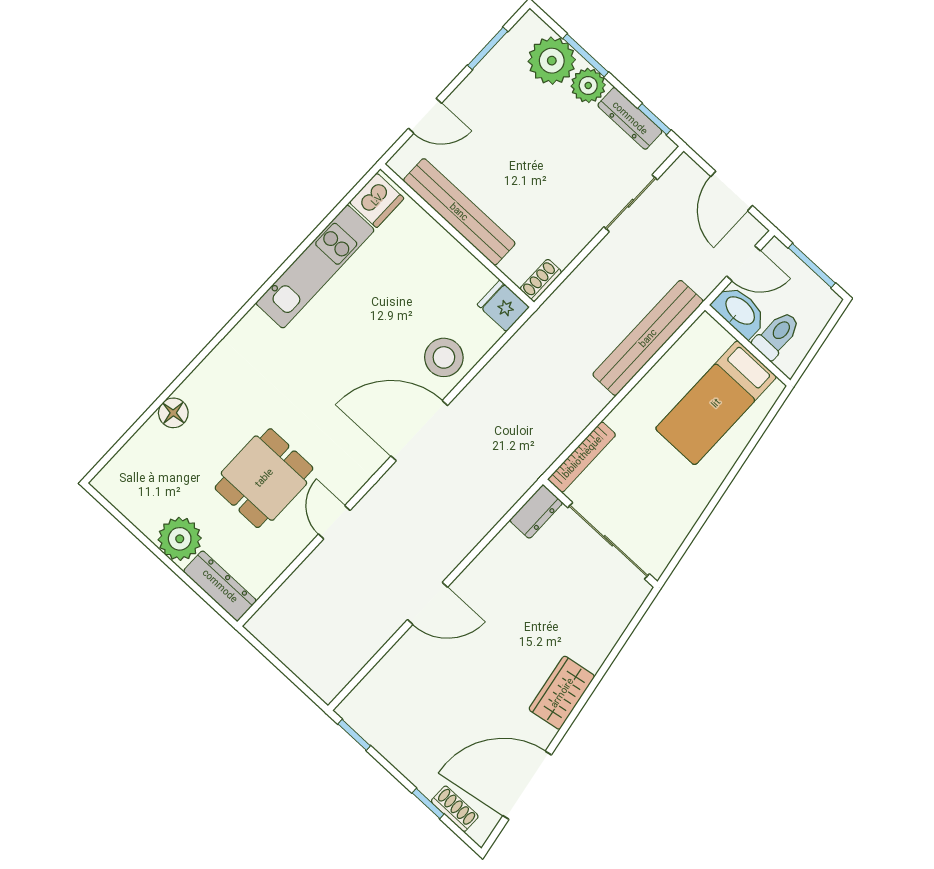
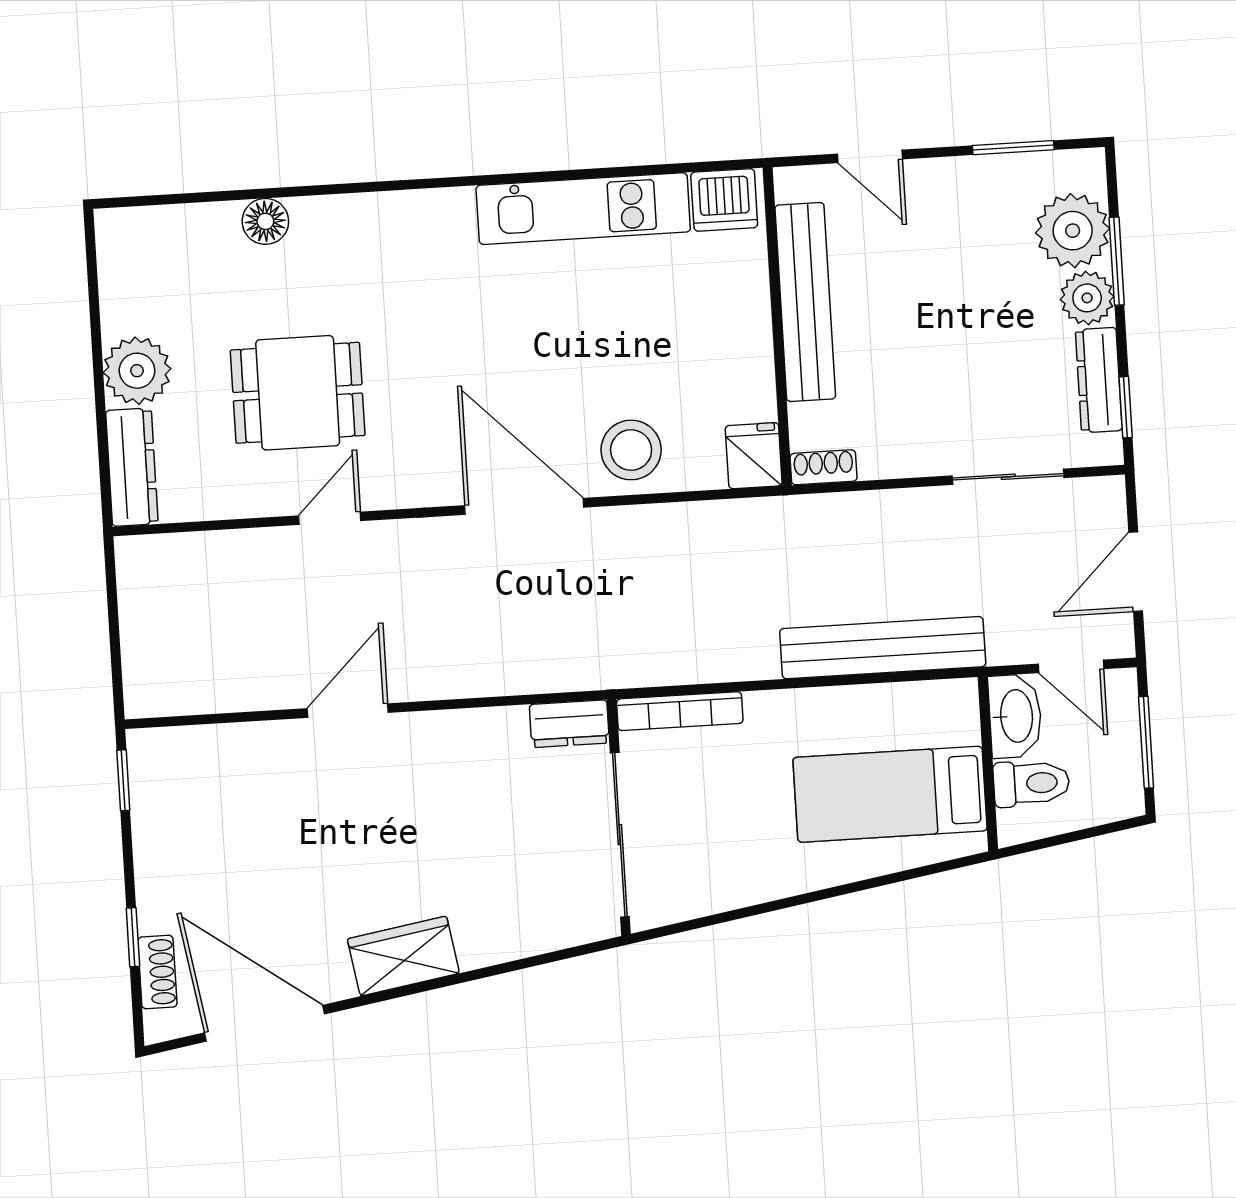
door: (428, 603) -> (348, 711), swing flipped

